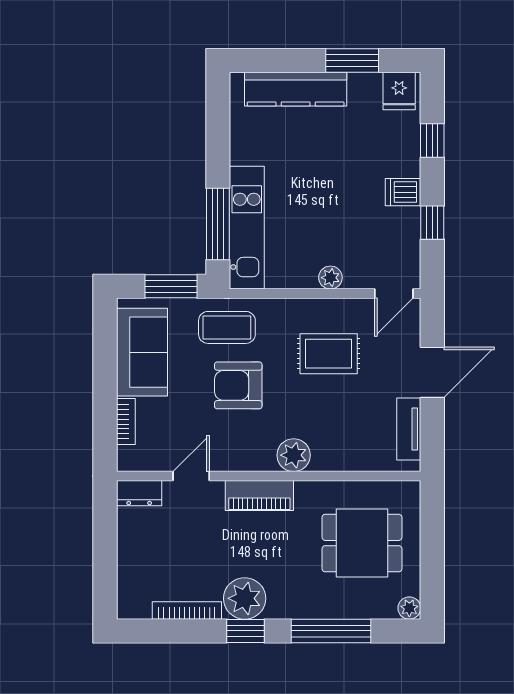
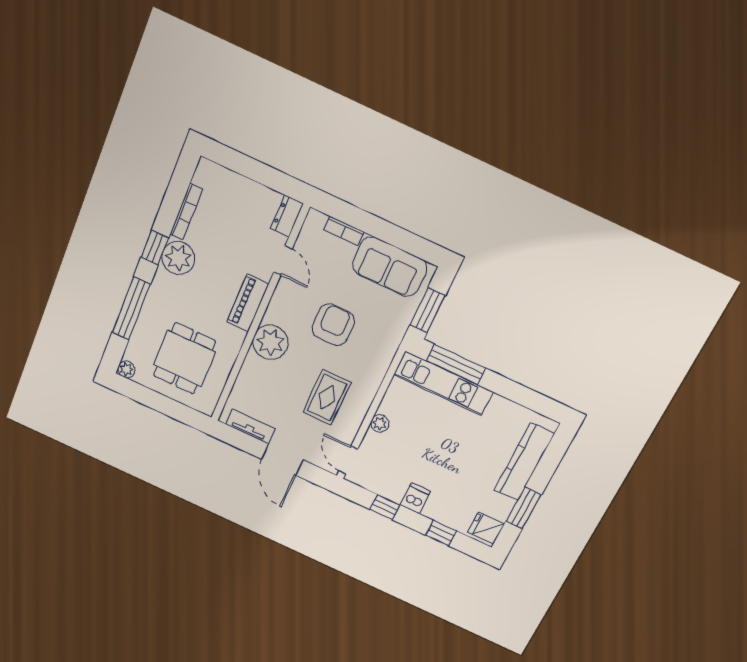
coffee table: (227, 327) -> (379, 336), removed
plant: (294, 455) -> (270, 342), width x1.36, depth x1.36

